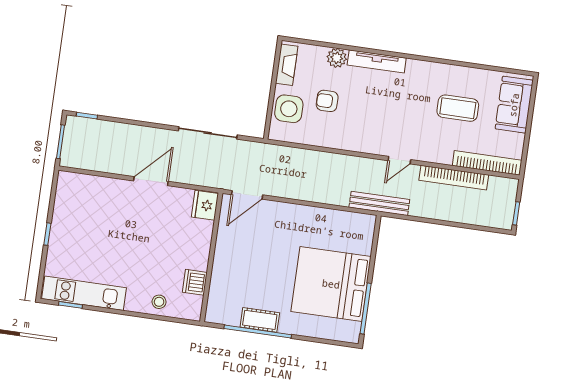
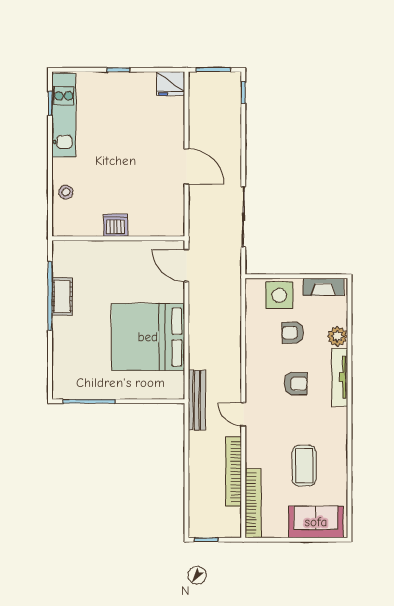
armchair: (327, 101) -> (293, 333), turned -90
armchair: (377, 105) -> (296, 384), added
fridge: (205, 205) -> (171, 84), moved, turned 180
dishwasher: (195, 282) -> (116, 225), moved
bed: (331, 284) -> (148, 337), moved, turned -90

